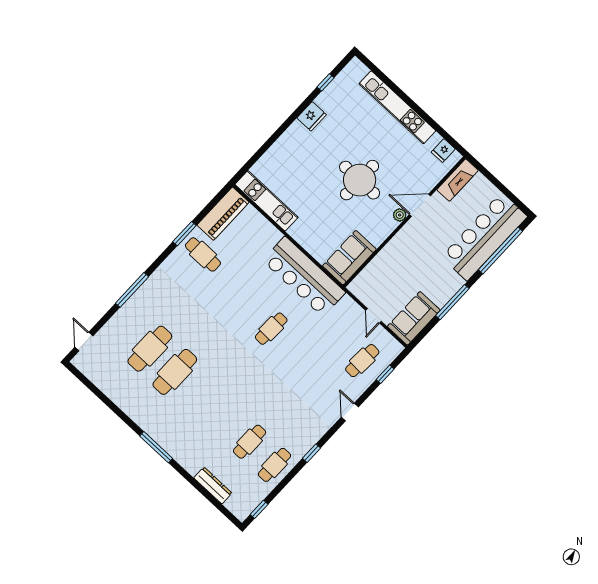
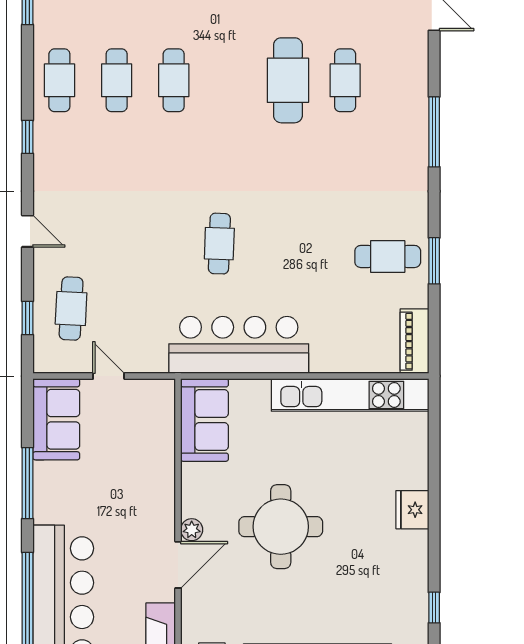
fridge: (312, 116) -> (412, 510), moved
kitchen unit: (267, 201) -> (350, 395), width x1.36
piano: (223, 214) -> (414, 341), width x0.73, depth x0.75
cafe table: (150, 349) -> (345, 80), width x0.73, depth x0.74
cafe table: (225, 418) -> (174, 80), added

